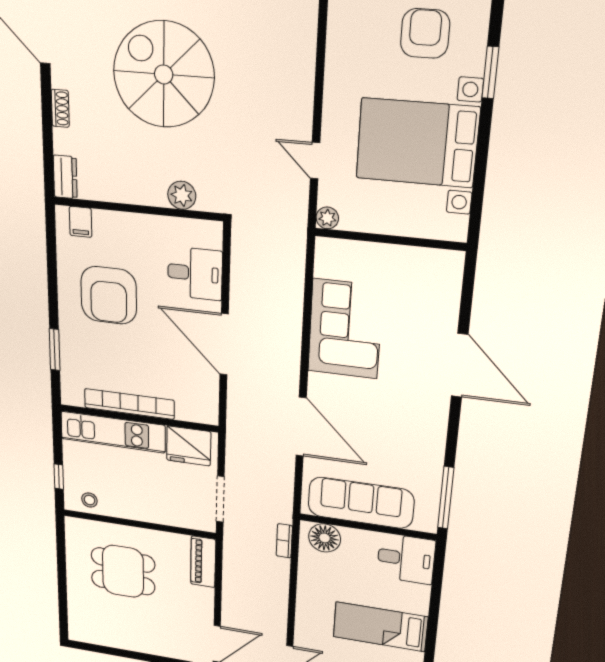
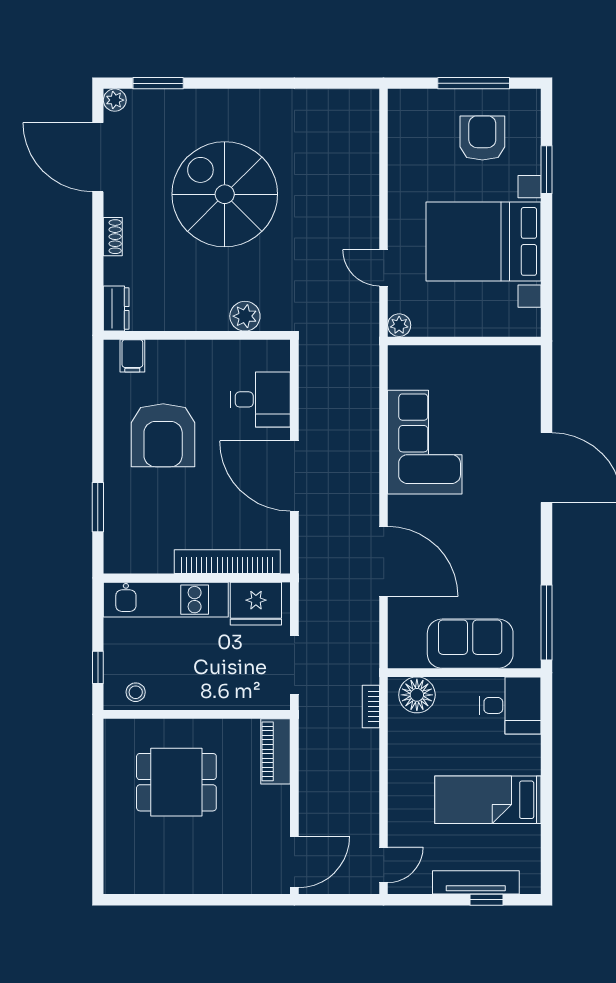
bookcase: (129, 404) -> (227, 562), moved
sofa: (361, 503) -> (470, 644), width x0.73

